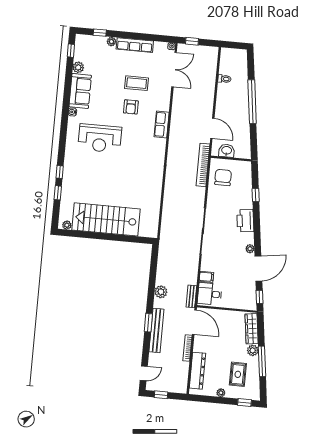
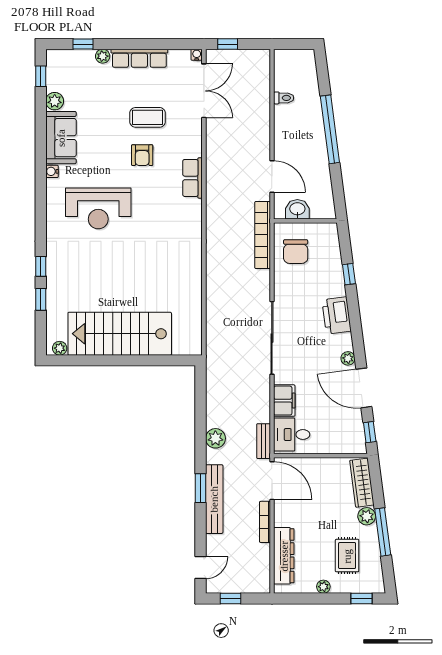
chair: (223, 177) -> (296, 252), turned 180
door: (258, 268) -> (364, 388), swing flipped
filing cabinet: (206, 277) -> (284, 401), width x2.00

